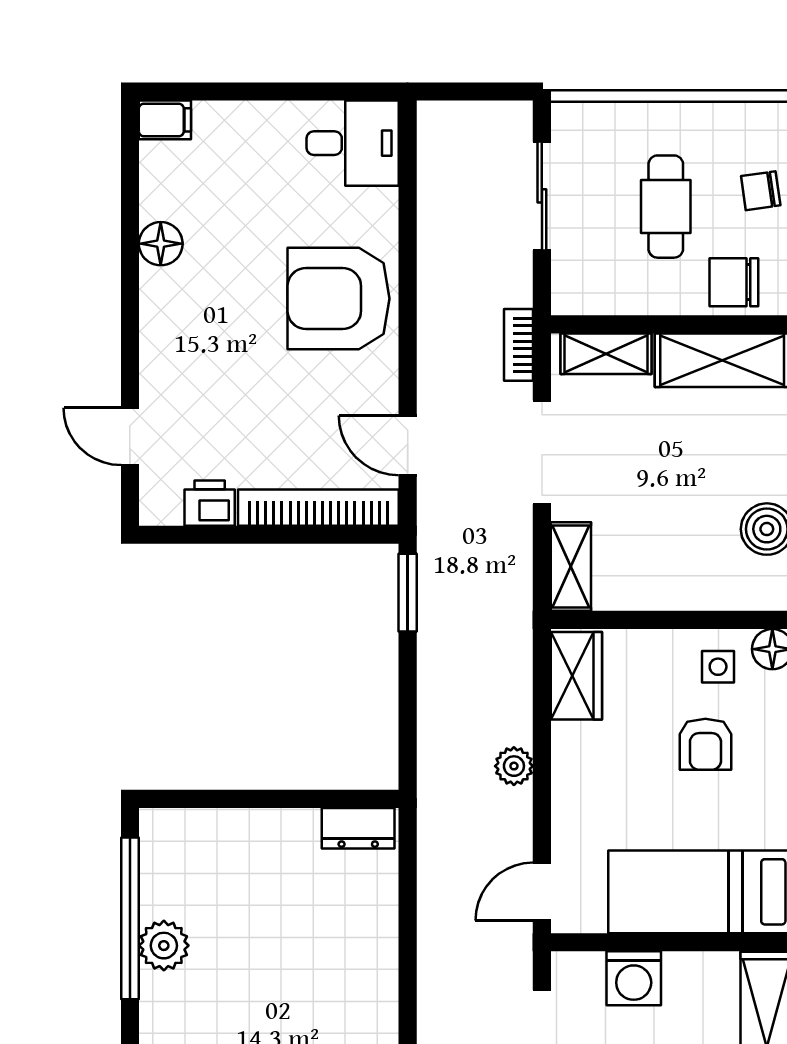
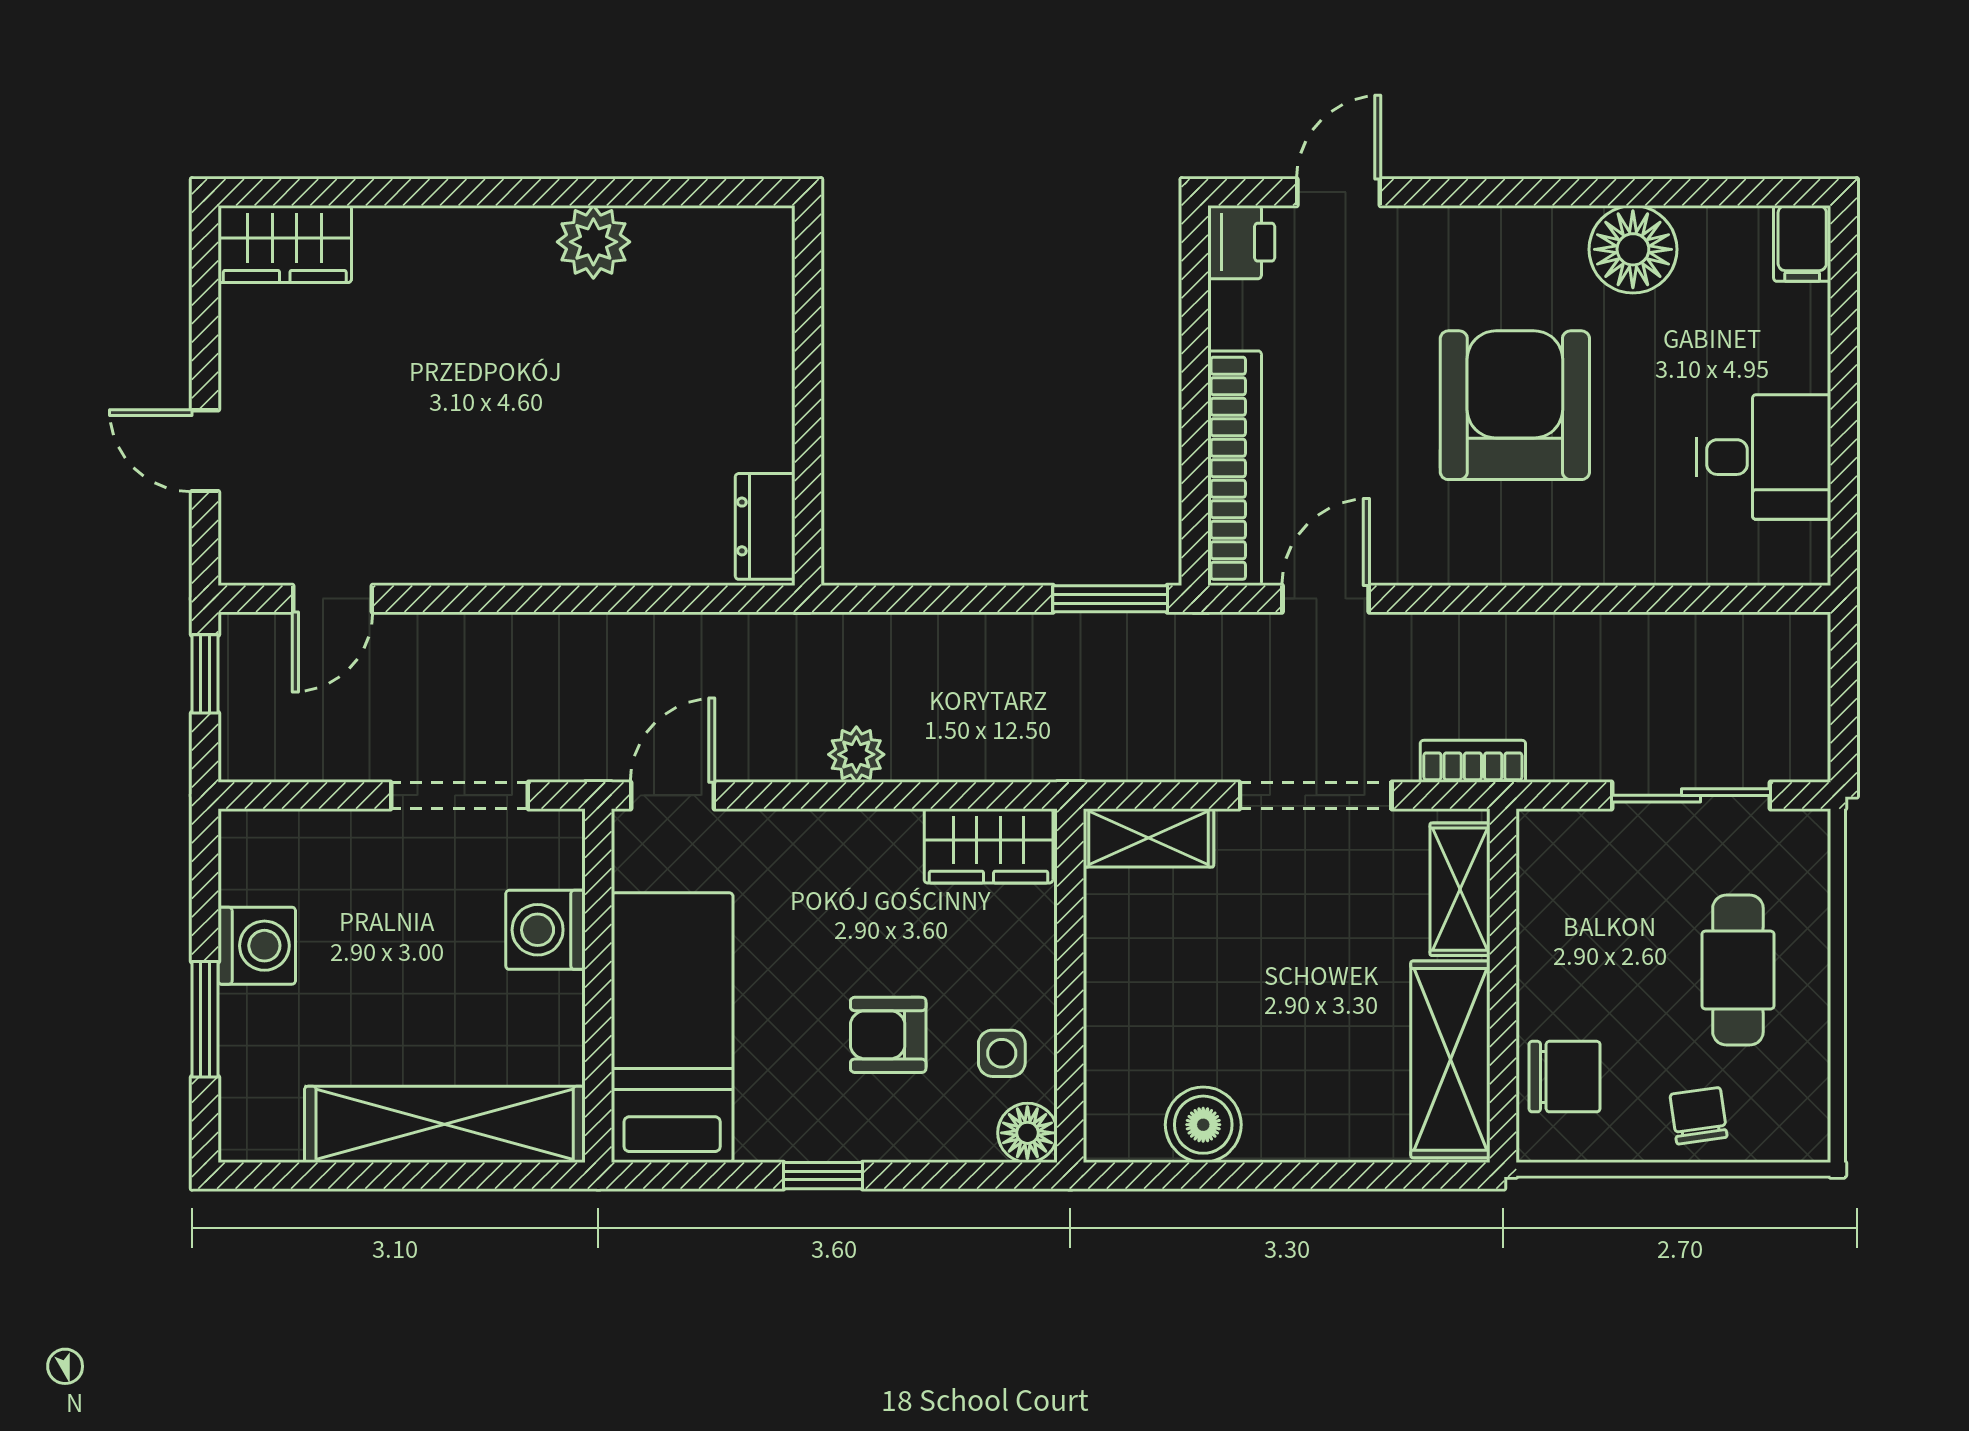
desk: (353, 143) -> (1763, 457), moved, turned -90
cafe table: (666, 207) -> (1738, 970), moved, turned 90
floor lamp: (161, 244) -> (1633, 249), width x1.38, depth x1.38
chair: (734, 282) -> (1565, 1077), turned 90
armchair: (339, 299) -> (1515, 405), moved
printer: (210, 503) -> (1241, 242), moved
door: (542, 892) -> (673, 795), hinge flipped
window: (130, 918) -> (633, 192), removed

